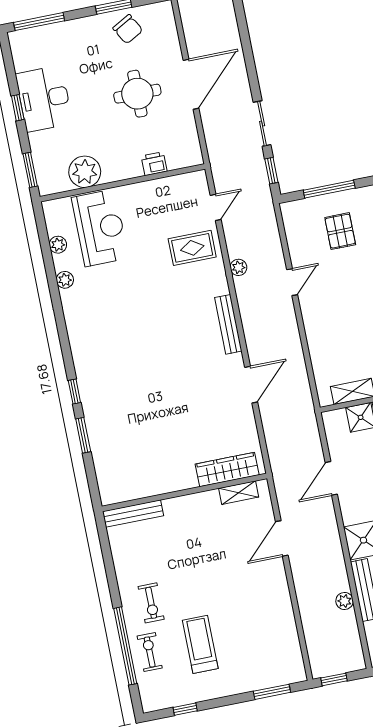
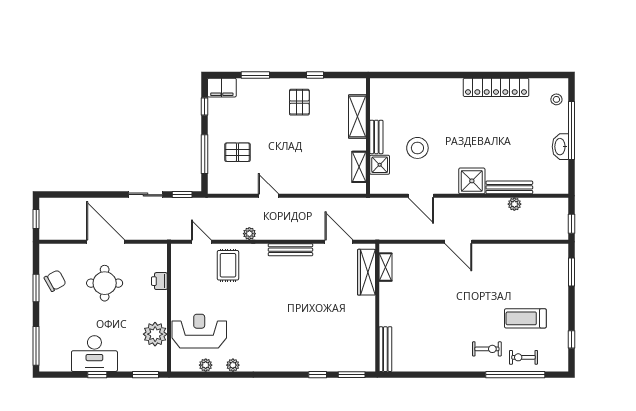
wardrobe: (227, 469) -> (367, 272), moved
wall: (184, 492) -> (377, 308), moved
shelving: (239, 493) -> (386, 267), moved
bench: (133, 514) -> (385, 349), moved

